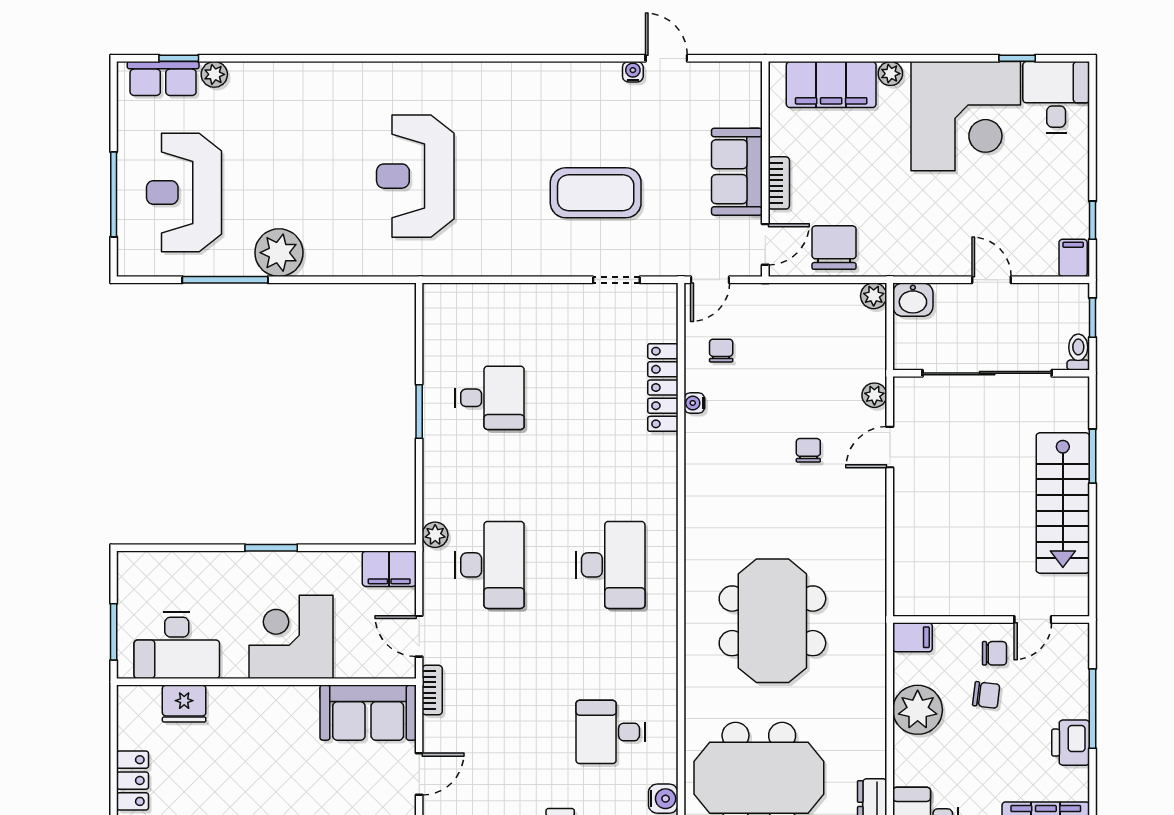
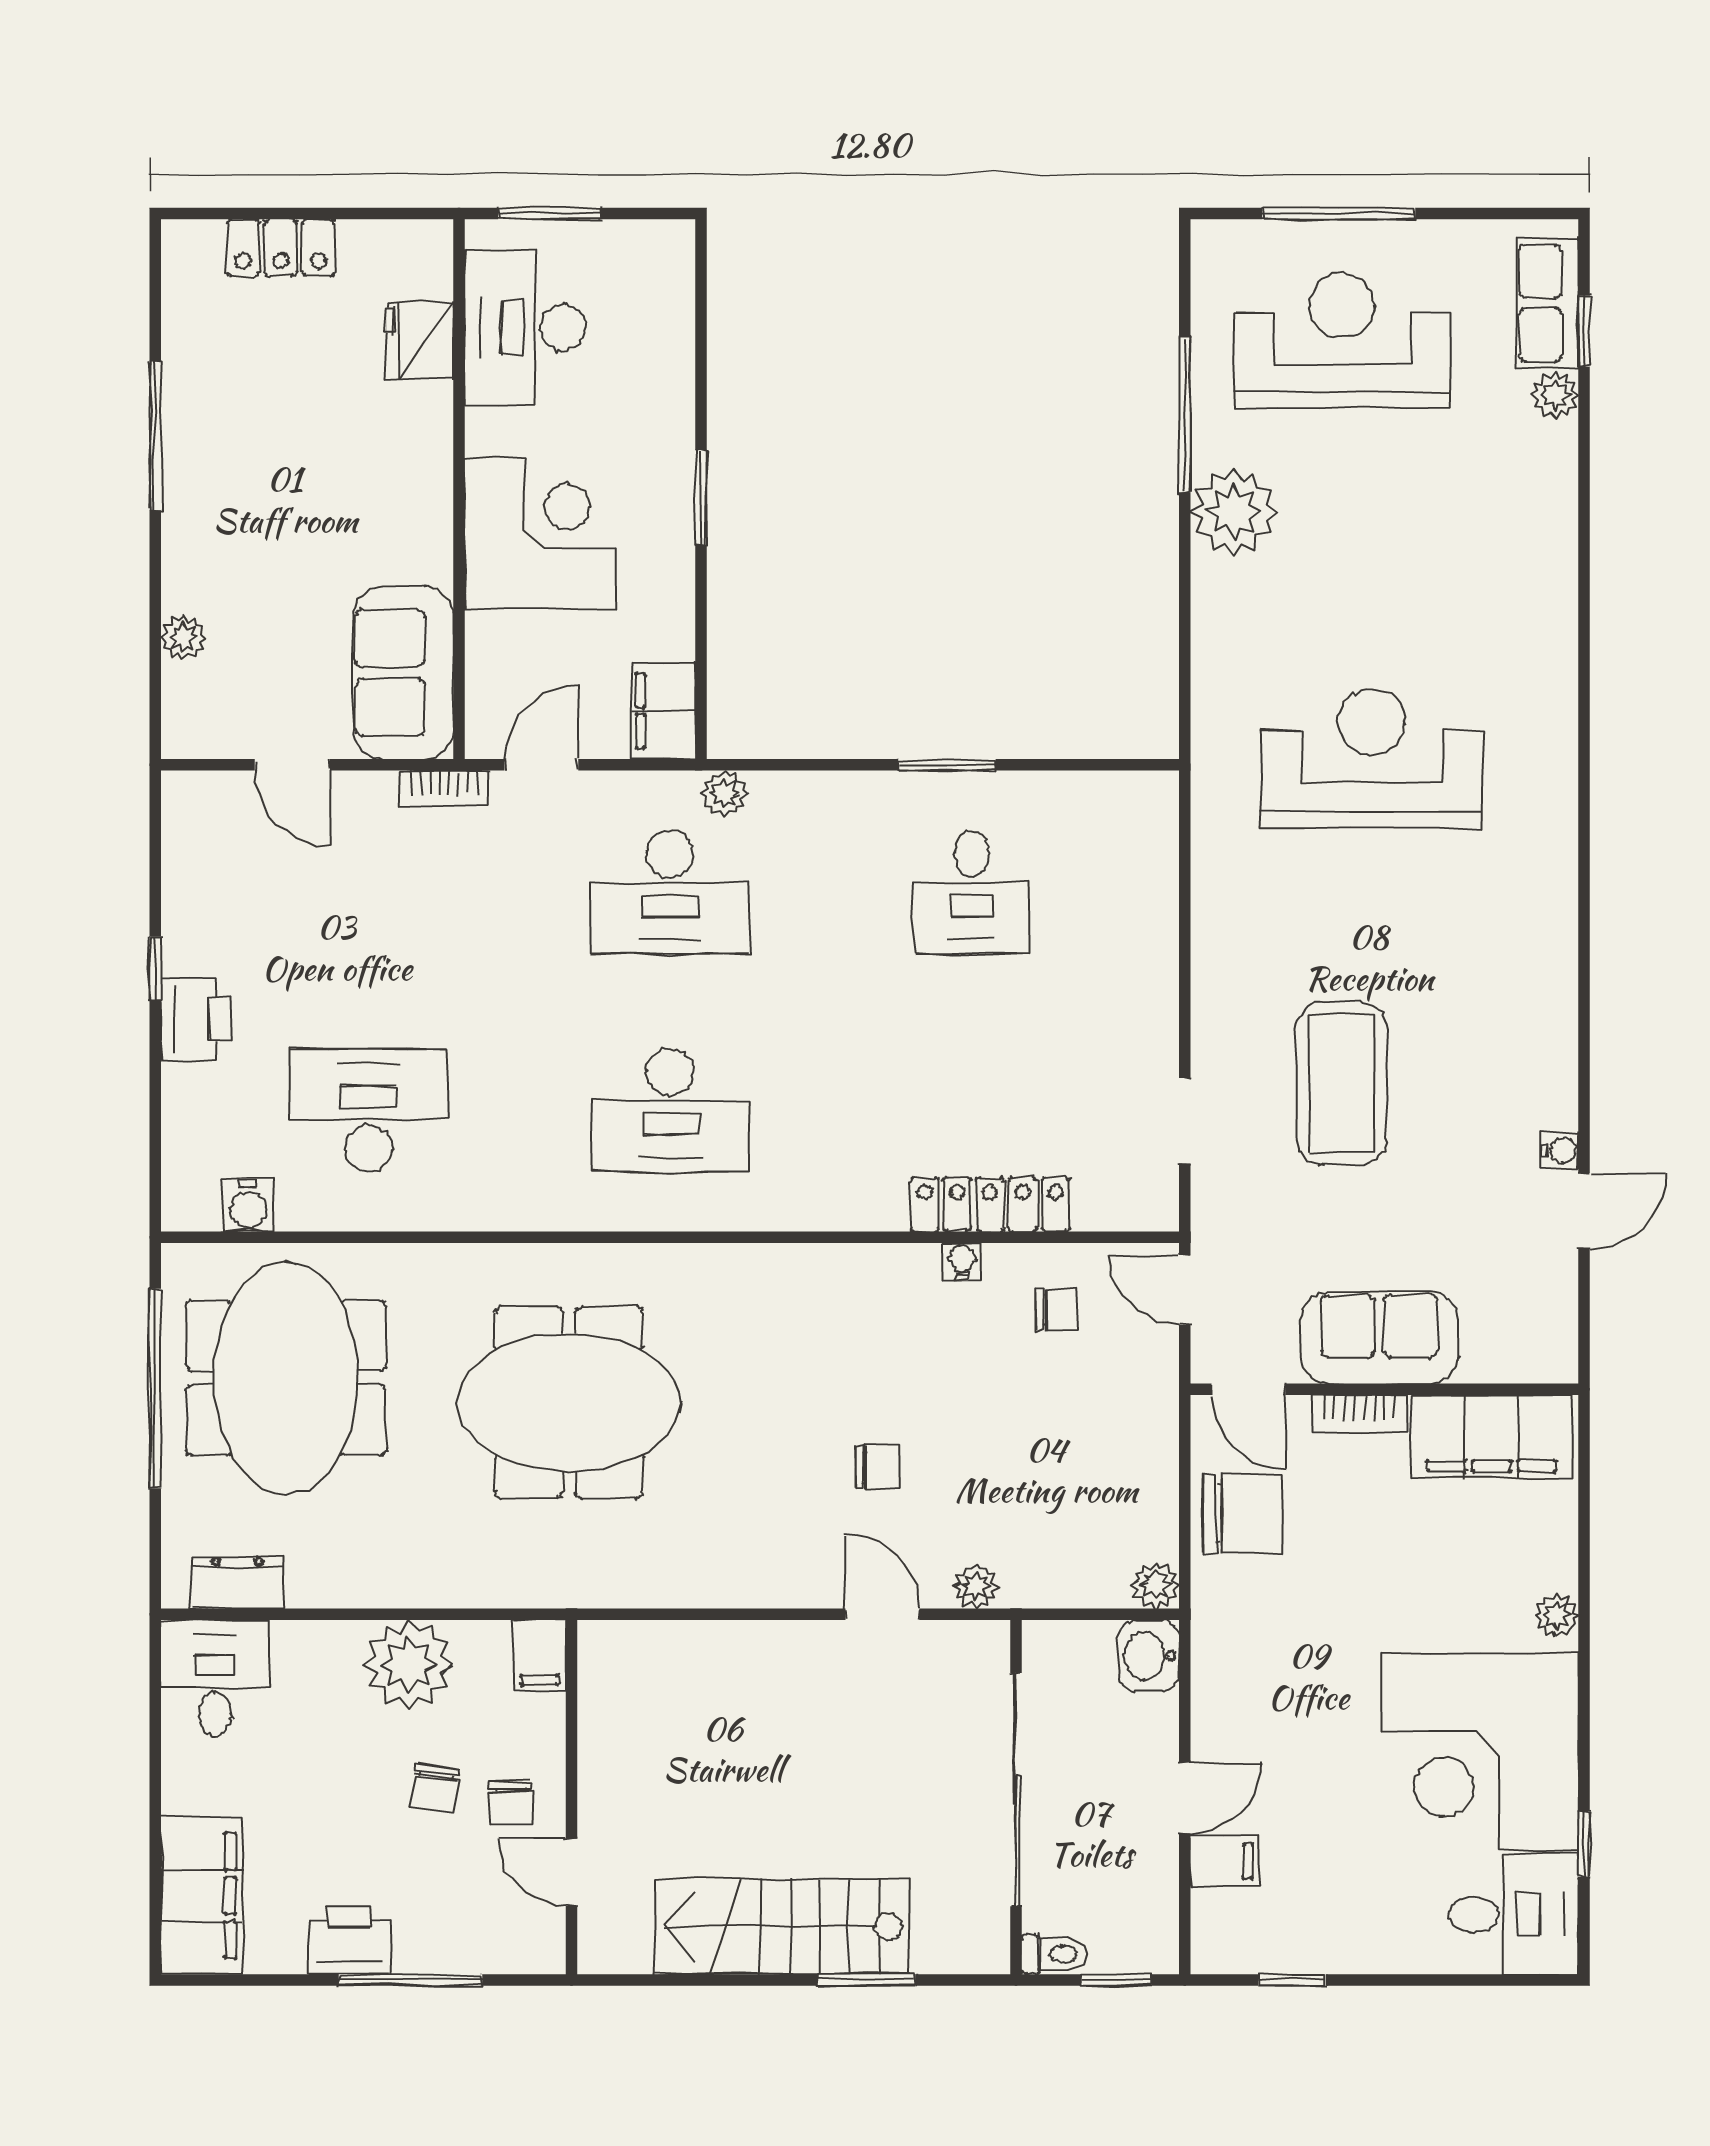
filing cabinet: (831, 85) -> (1492, 1437), moved, turned -90
filing cabinet: (1073, 258) -> (1224, 1861), moved
desk: (610, 732) -> (368, 1110), width x1.37

